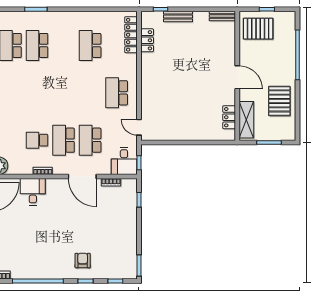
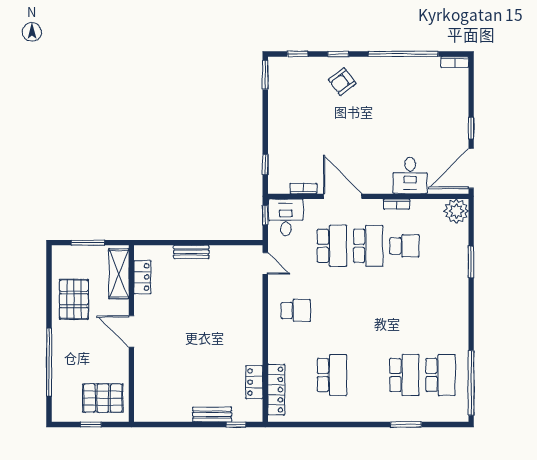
bench: (222, 16) -> (191, 252), moved
school desk: (117, 93) -> (296, 310), width x0.54
armchair: (83, 261) -> (342, 82), turned 53

